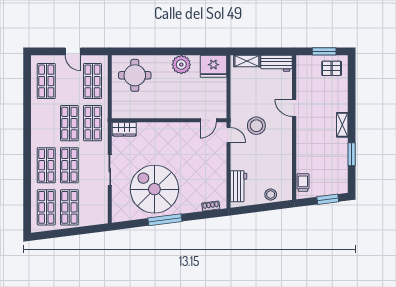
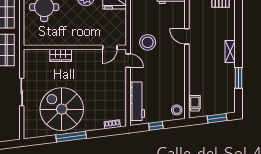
stool: (256, 126) -> (148, 42), moved
wardrobe: (124, 129) -> (61, 55), moved
workbench: (238, 186) -> (137, 101), width x1.38
stool: (271, 195) -> (177, 110), moved
window: (260, 208) -> (156, 126), added

